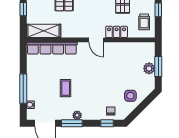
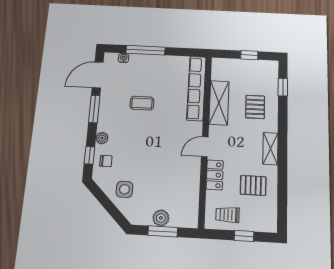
shelving: (44, 31) -> (219, 103), moved
plant: (77, 115) -> (102, 138), moved

